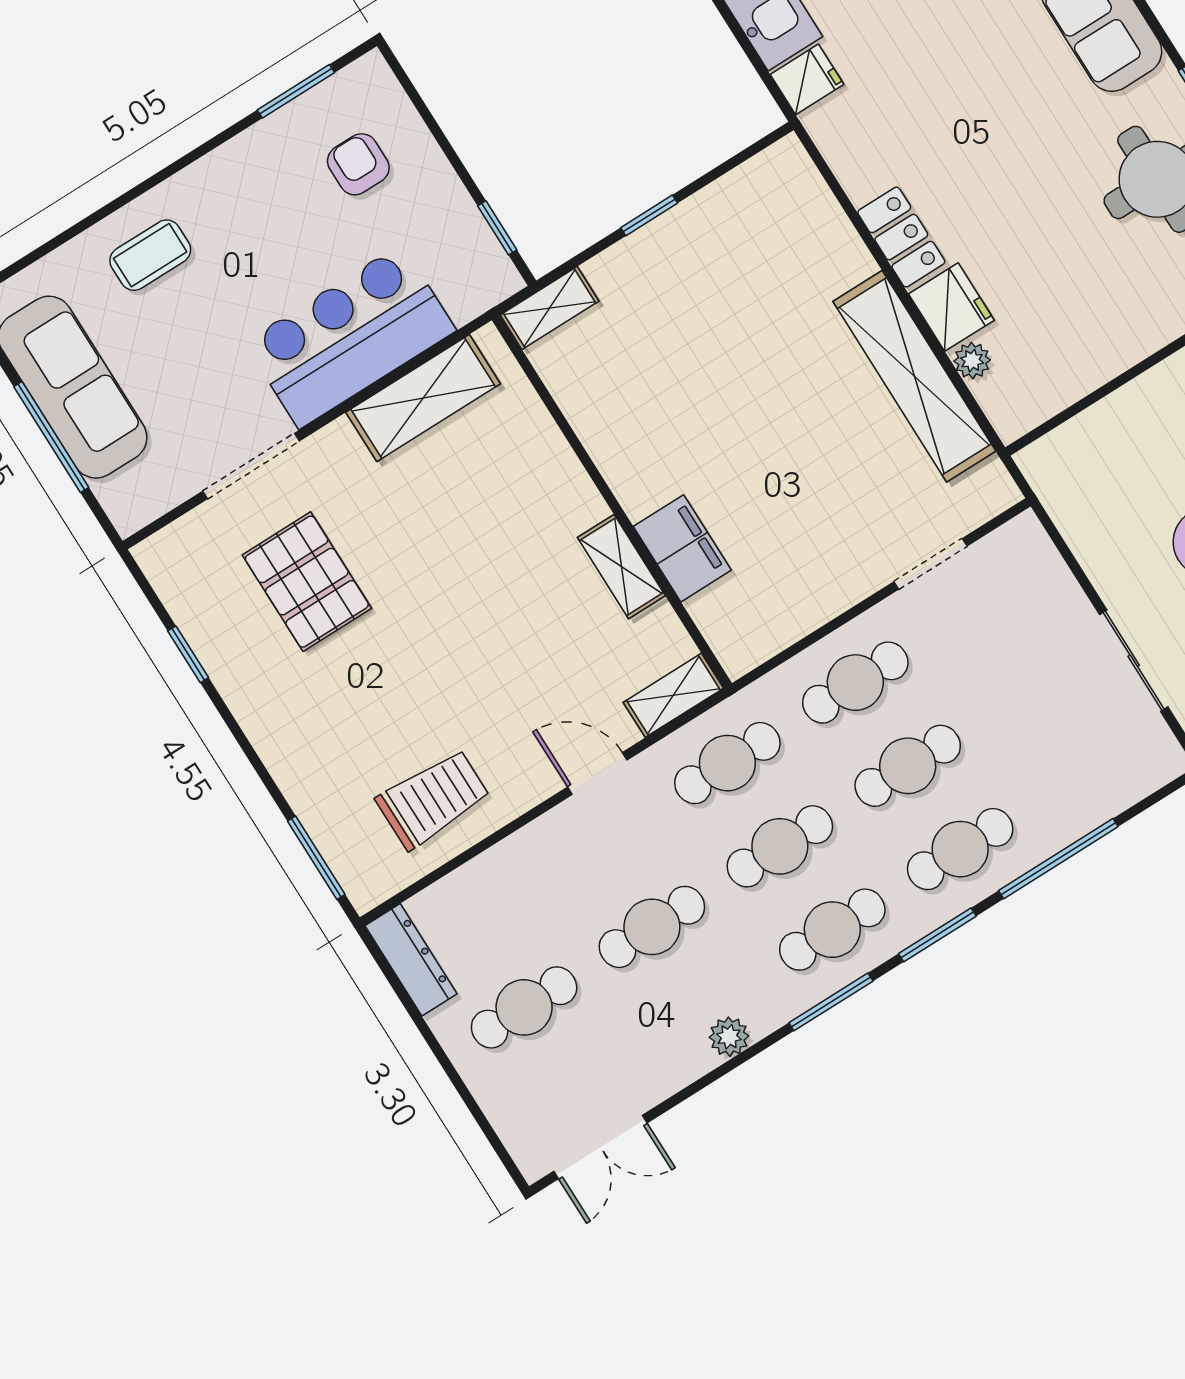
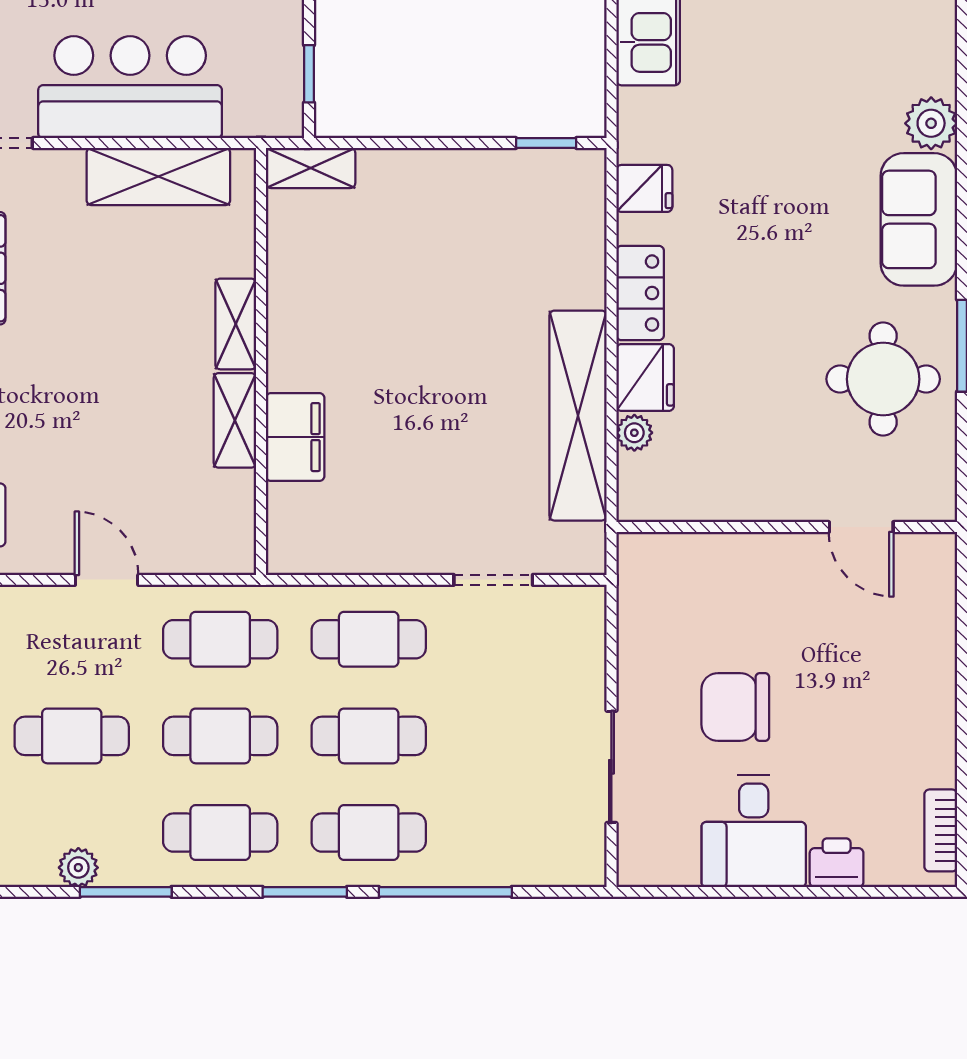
fridge: (807, 79) -> (644, 188), moved
window: (649, 215) -> (546, 143), moved
shelving: (673, 695) -> (236, 324), moved, turned 90
window: (831, 1002) -> (126, 892), moved

